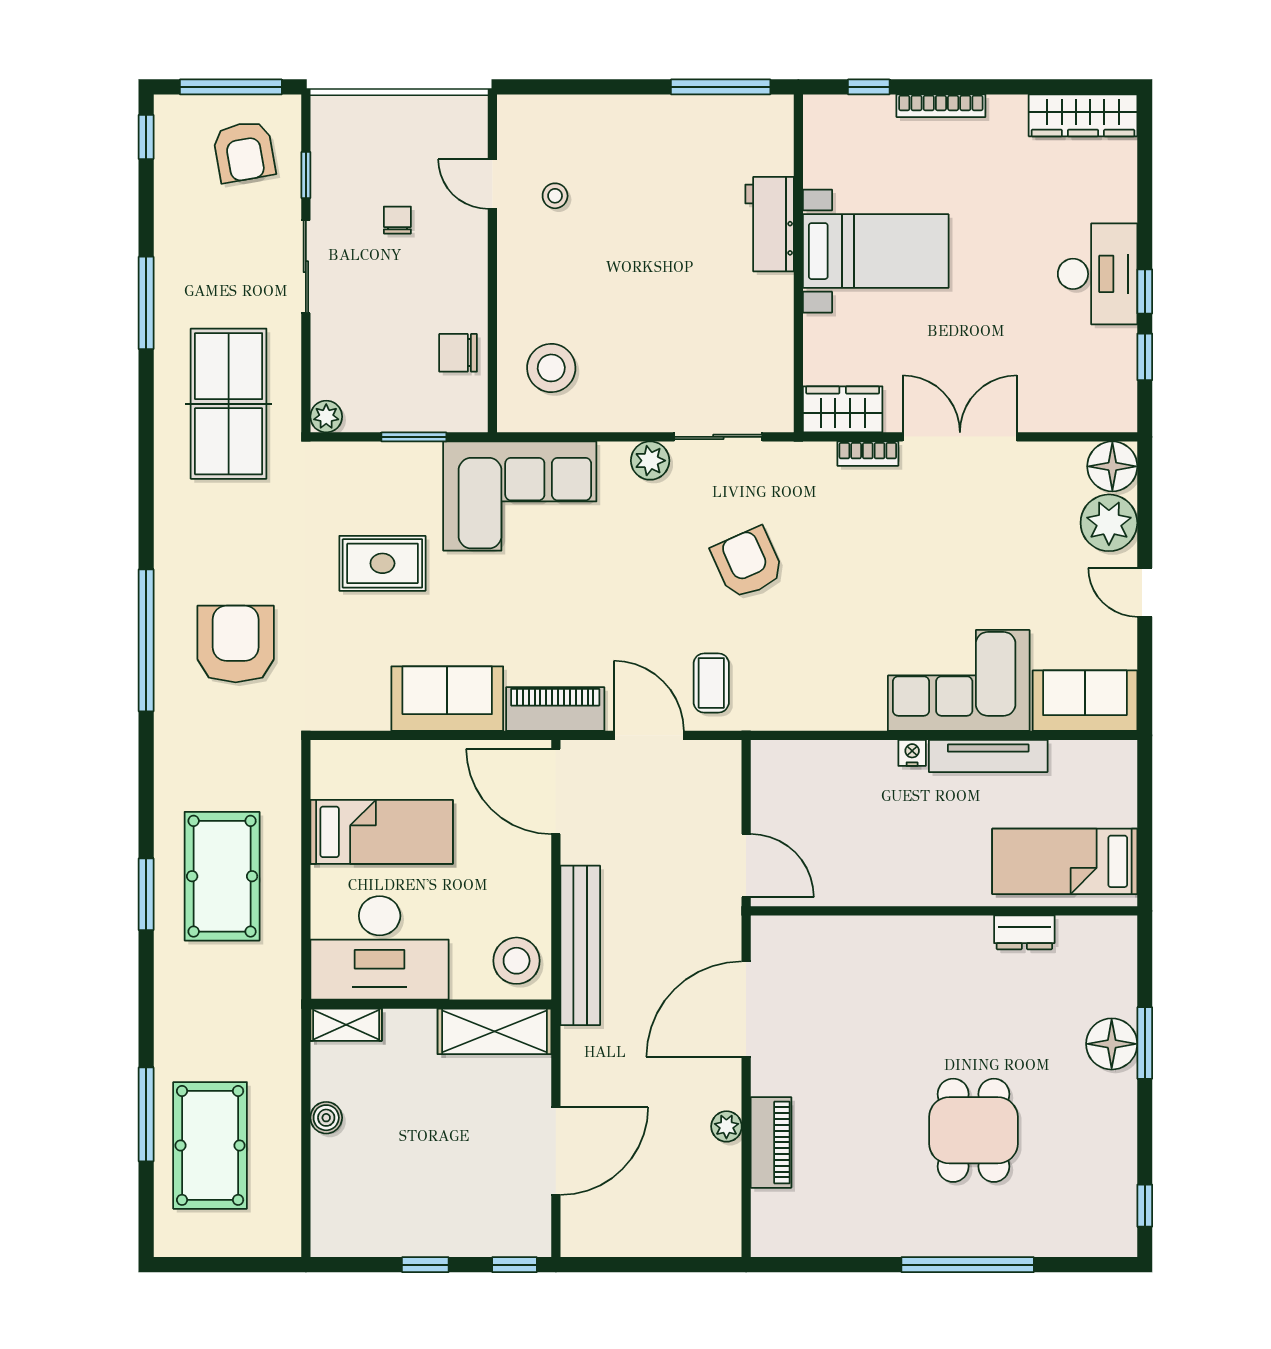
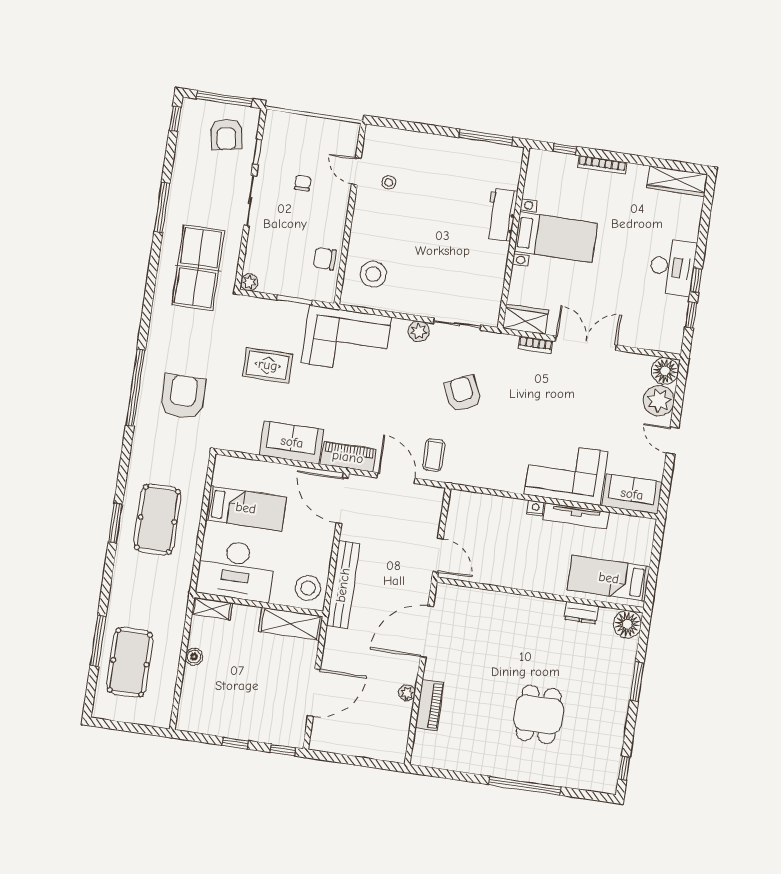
floor lamp: (1112, 1044) -> (627, 624), moved

